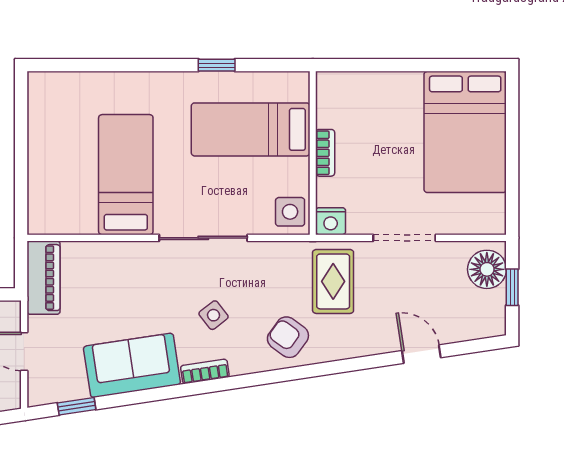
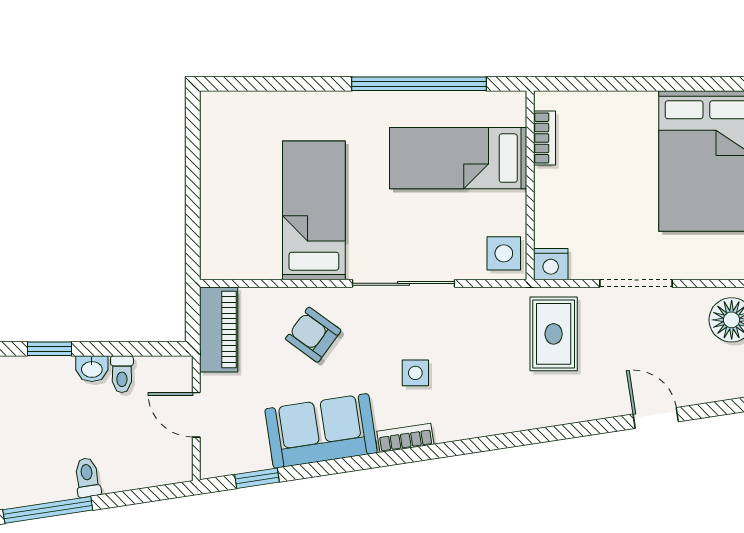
window: (217, 65) -> (419, 84), width x3.17
bookcase: (325, 153) -> (544, 138), moved
side table: (214, 315) -> (415, 373), turned 38
armchair: (288, 337) -> (313, 335), moved

